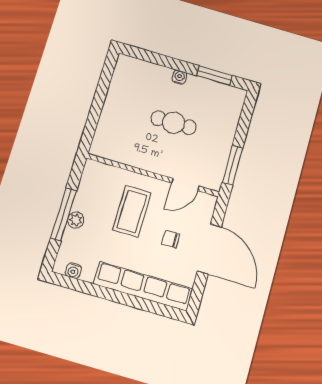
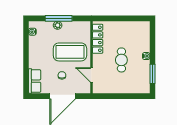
locker: (123, 154) -> (98, 39), added
window: (232, 165) -> (108, 96), removed
coffee table: (132, 211) -> (70, 52), width x1.36, depth x1.32
row of seats: (143, 286) -> (35, 81), width x0.50

